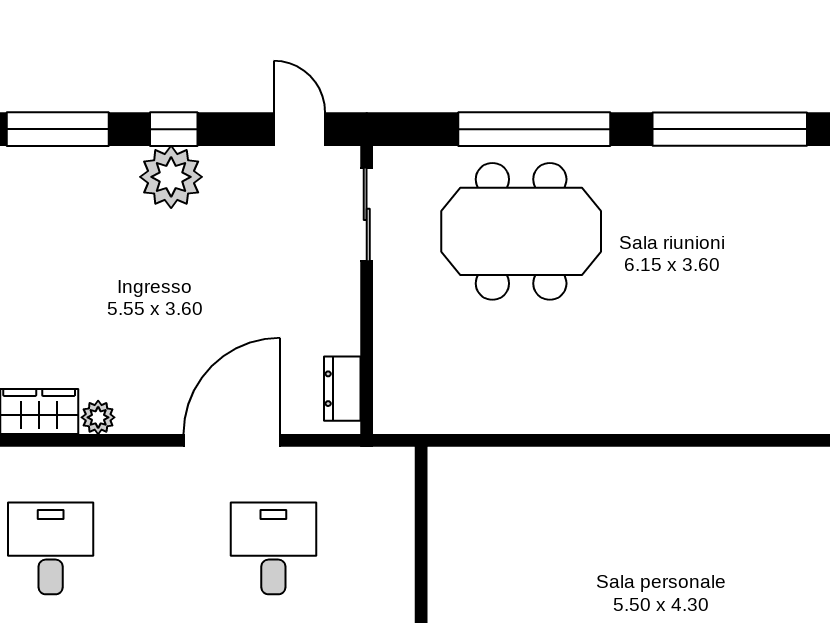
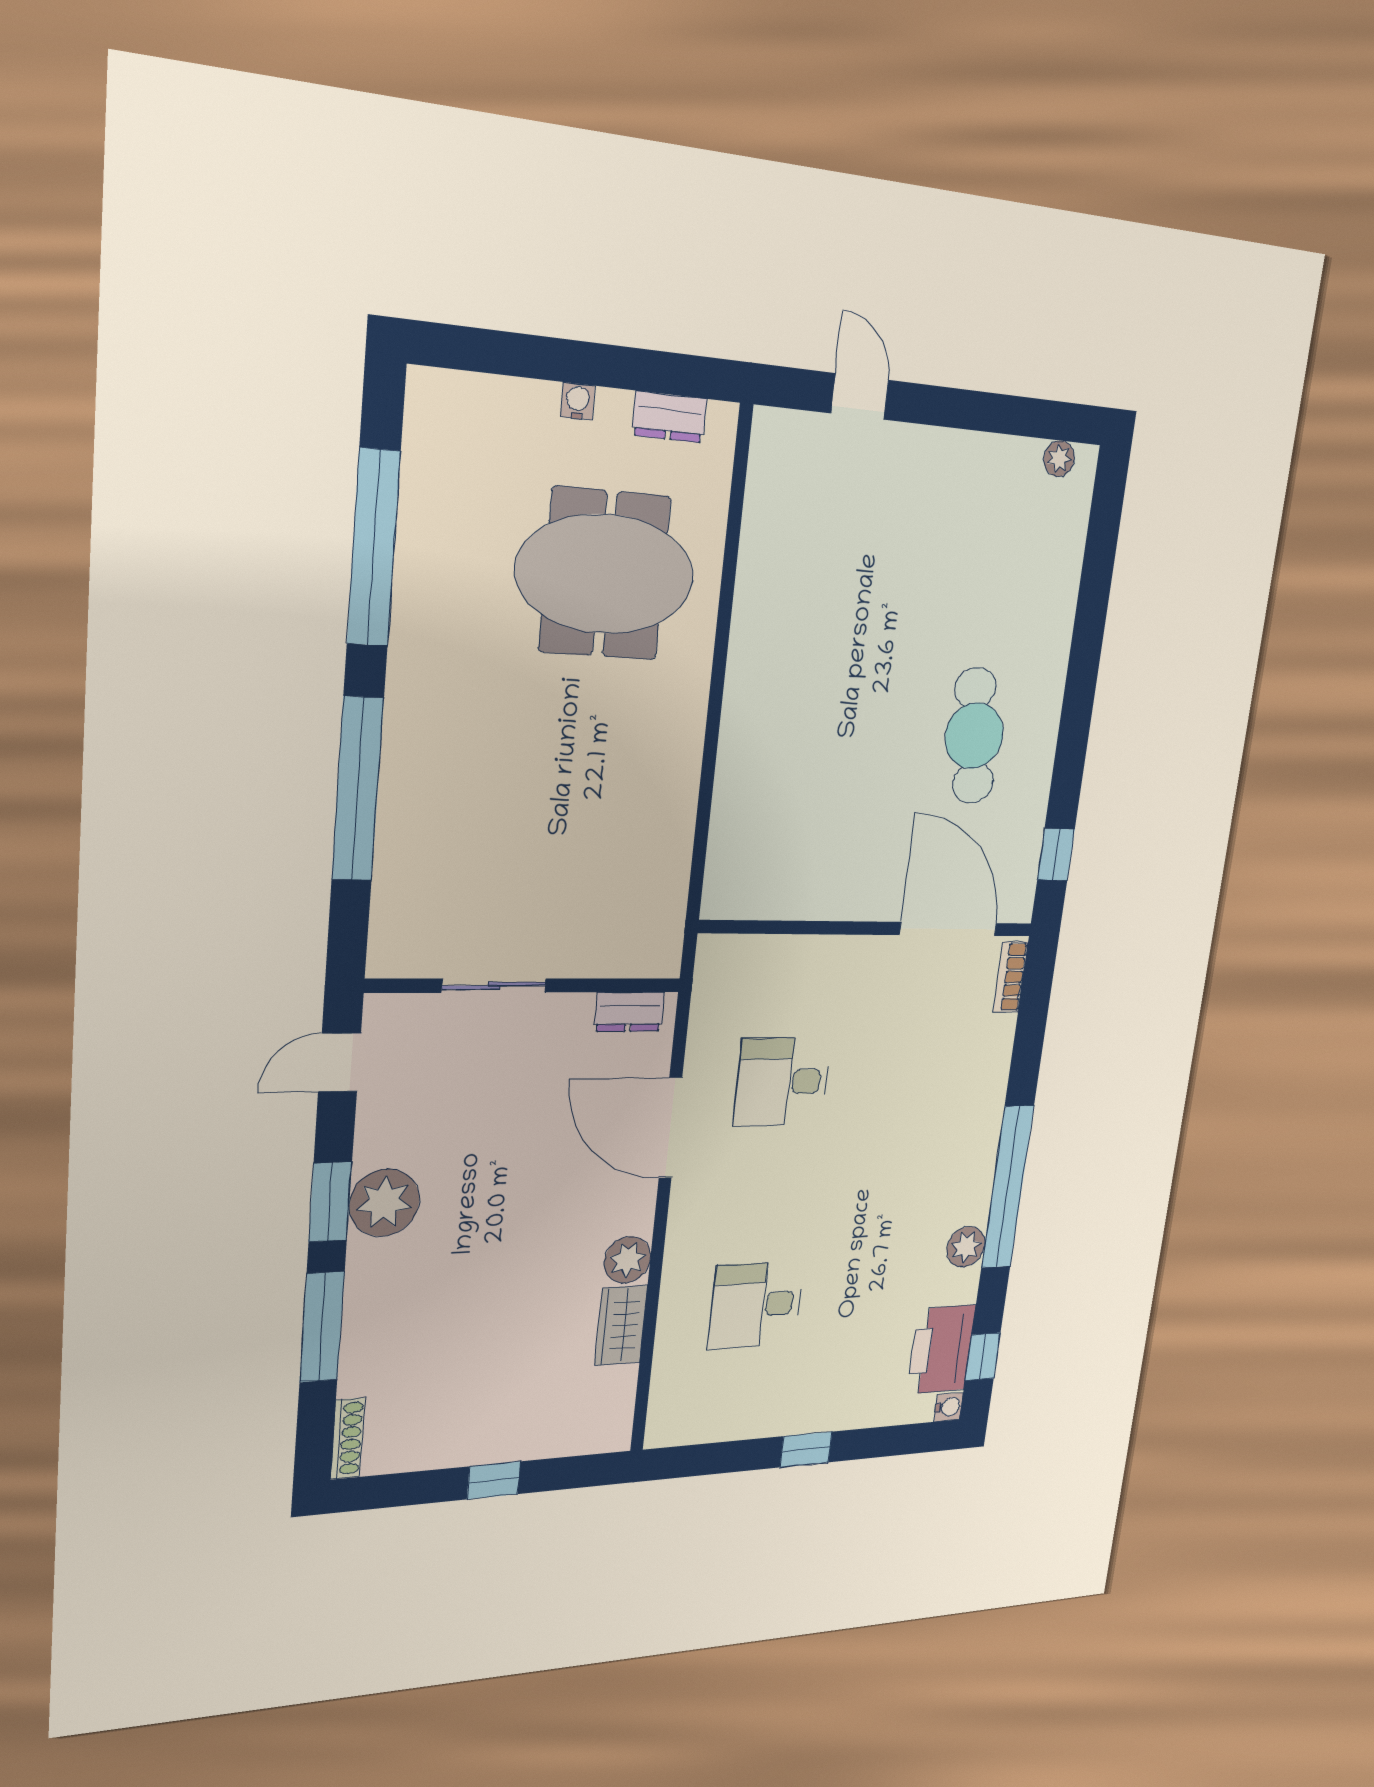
window: (174, 129) -> (330, 1202), width x1.50
sliding door: (367, 214) -> (494, 986), moved
meeting table: (521, 231) -> (605, 574), moved, turned 90
plant: (98, 417) -> (627, 1260), width x1.38, depth x1.38

